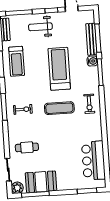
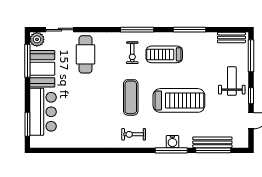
treadmill: (17, 61) -> (164, 54), moved
water cooler: (92, 61) -> (172, 142), moved
cafe table: (27, 147) -> (86, 54), width x1.37, depth x1.35
bar counter: (93, 161) -> (43, 112), moved, turned 90

